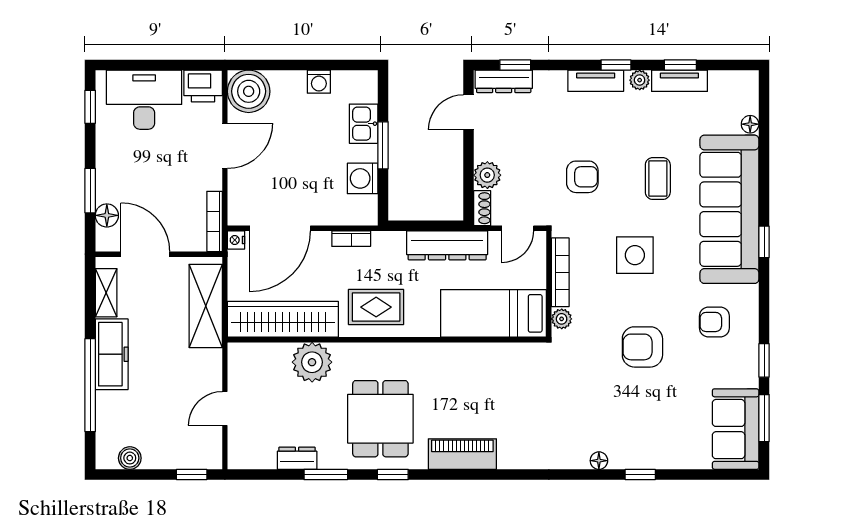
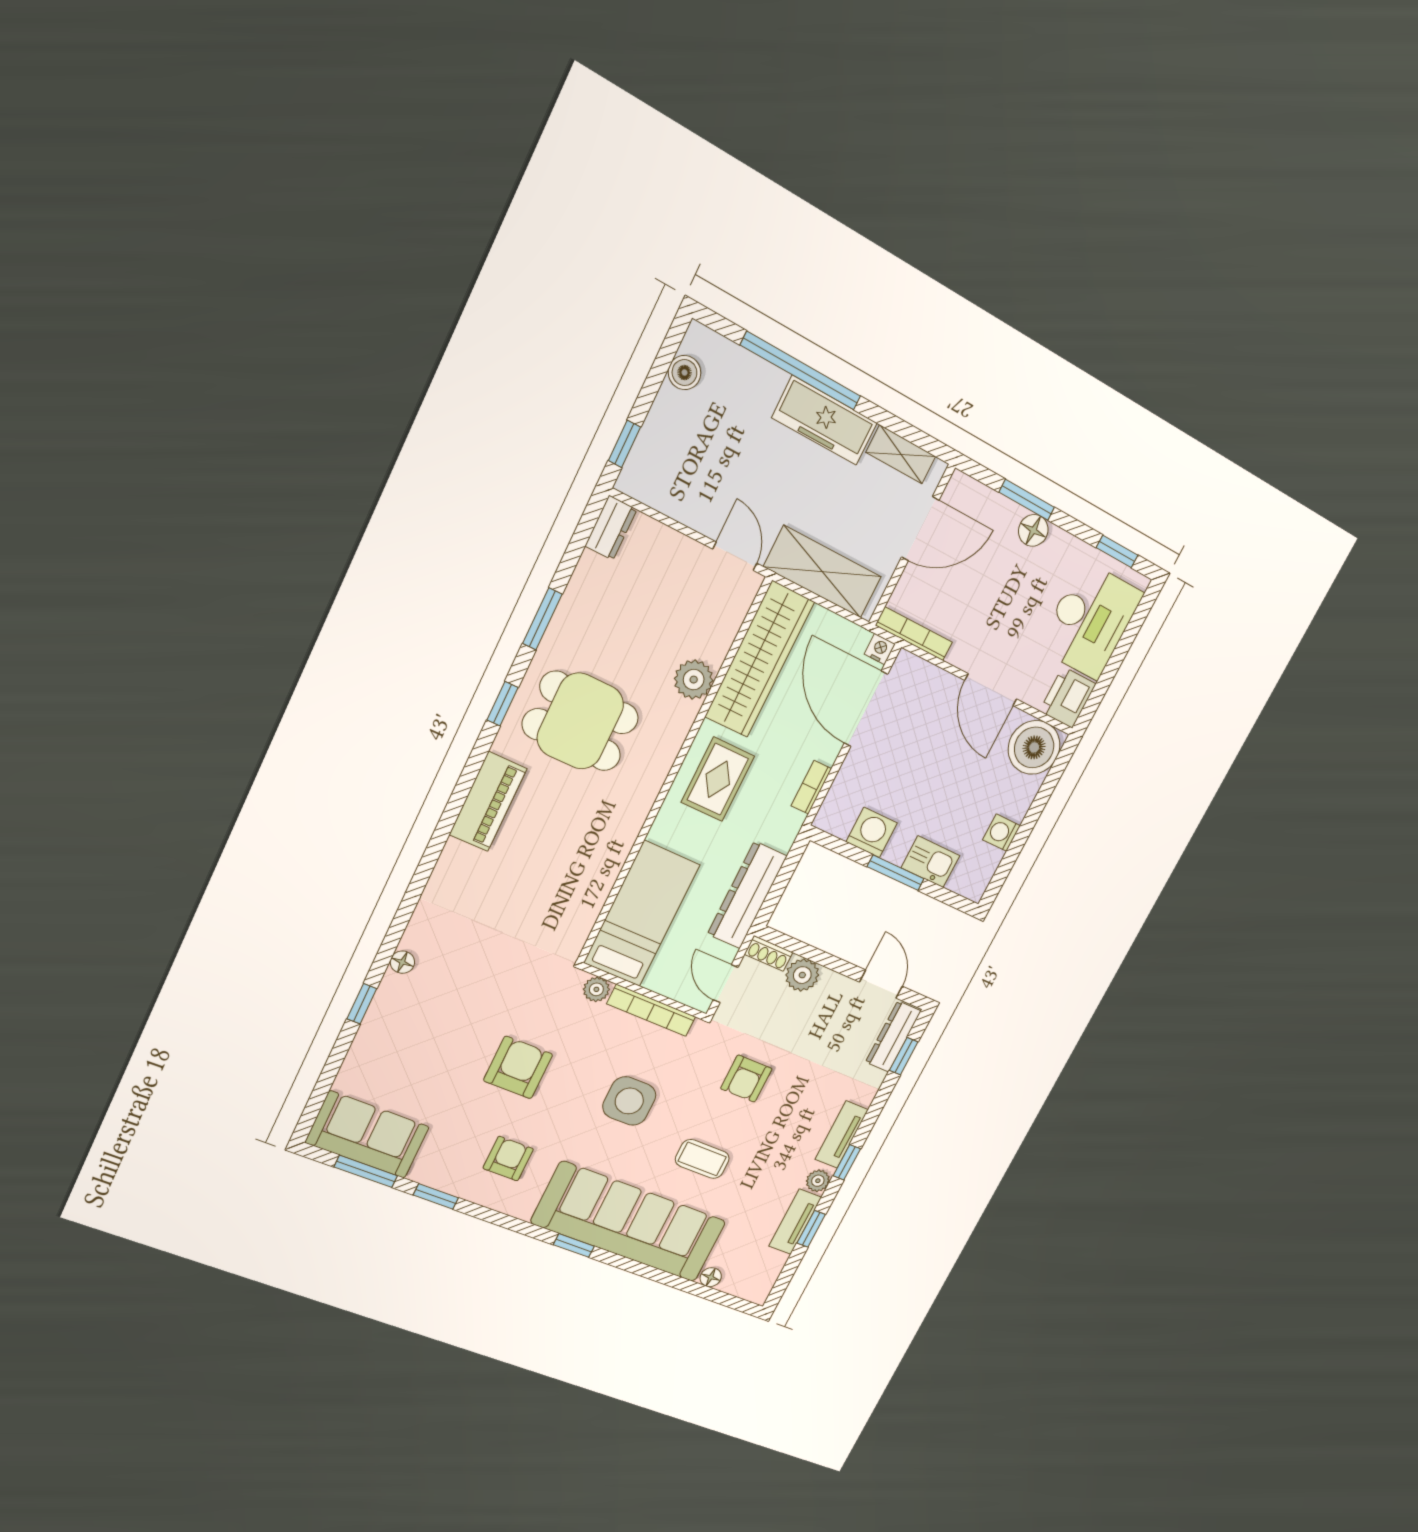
floor lamp: (107, 215) -> (1033, 530), moved
plant: (312, 362) -> (694, 680), width x0.73, depth x0.73
door: (225, 409) -> (735, 556), moved
dresser: (297, 458) -> (611, 528), moved

